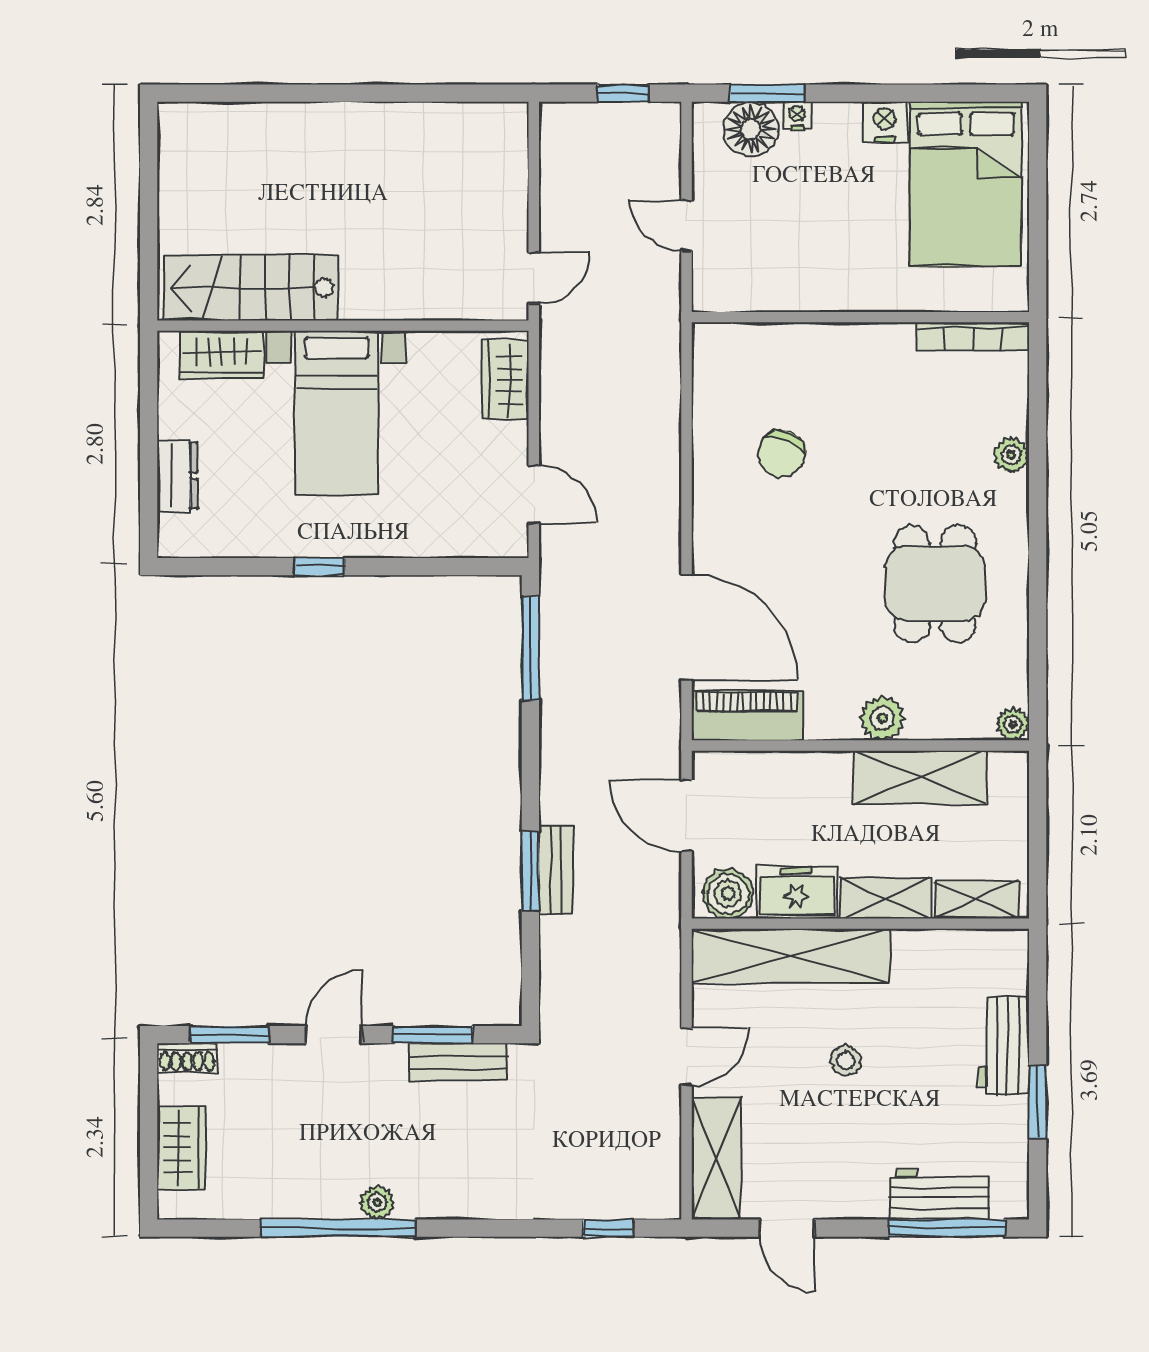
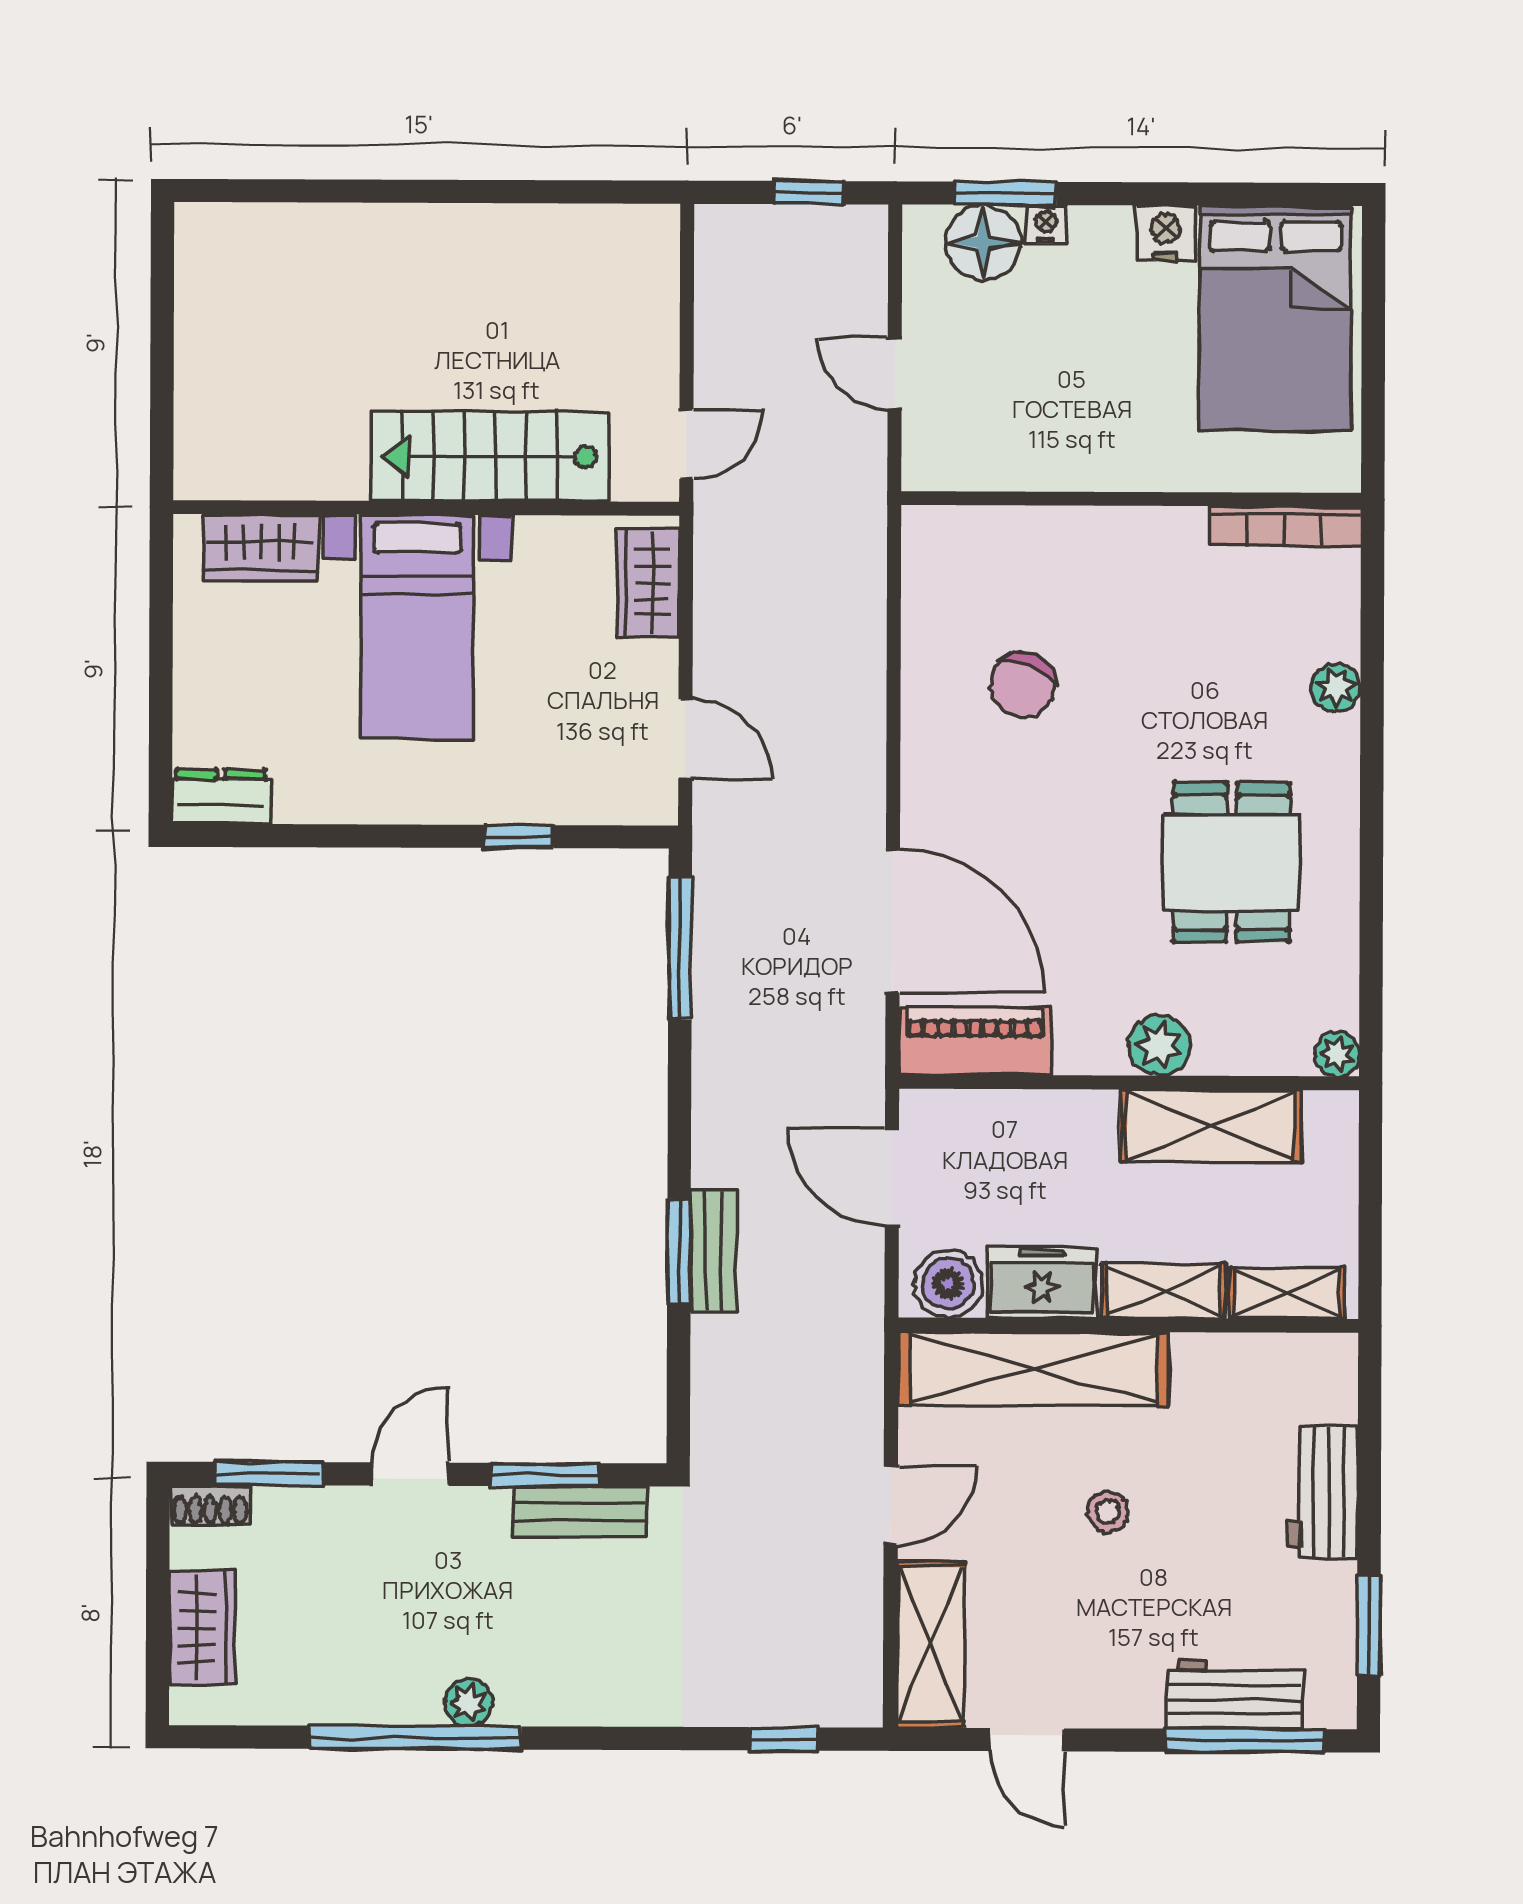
stairs: (251, 288) -> (490, 456), moved
dresser: (177, 475) -> (221, 797), moved, turned -90
window: (319, 567) -> (519, 837), moved
window: (1038, 1102) -> (1369, 1626), moved

